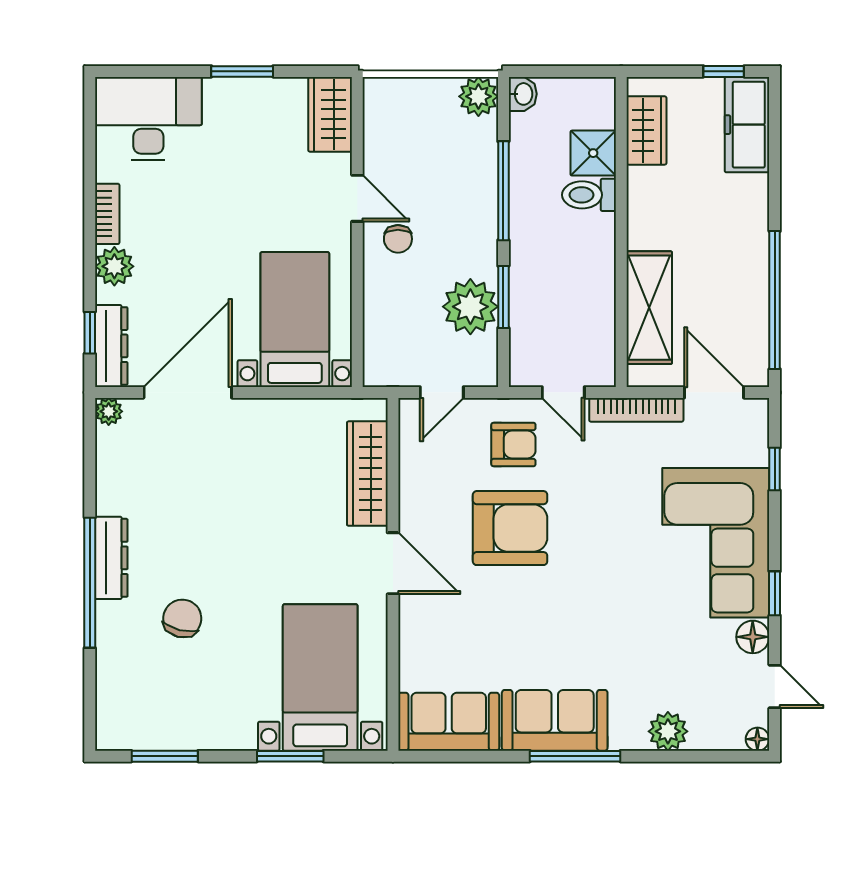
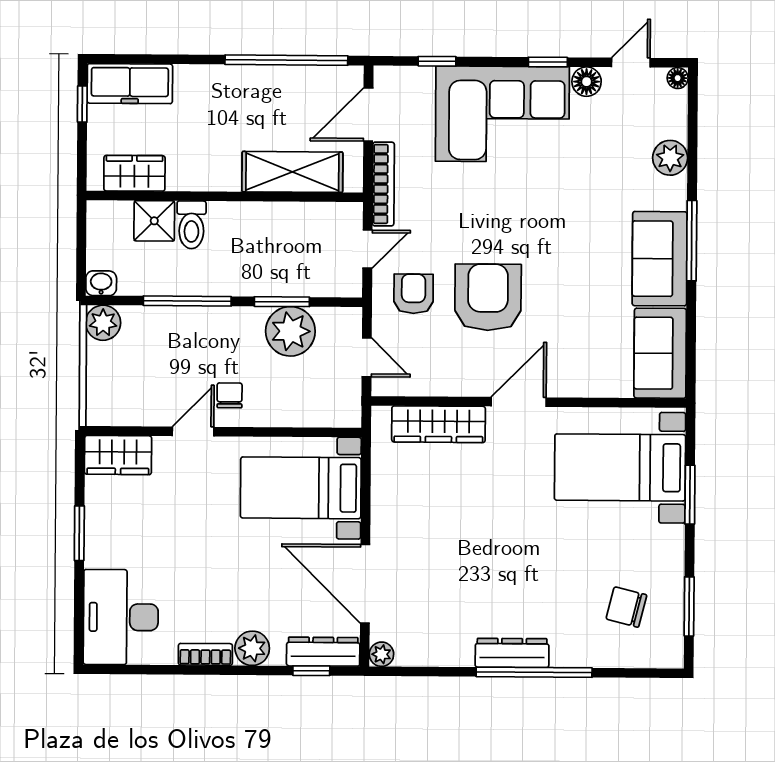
chair: (398, 239) -> (230, 395), turned -90
chair: (182, 618) -> (626, 607), moved

